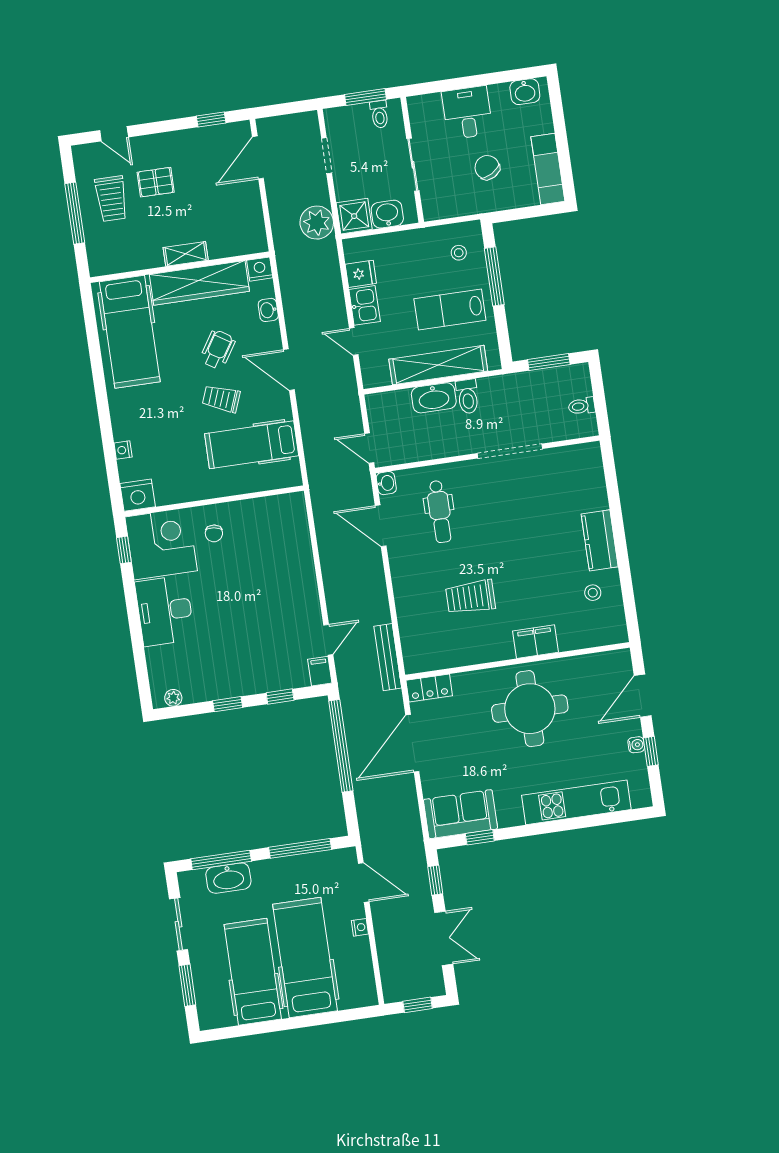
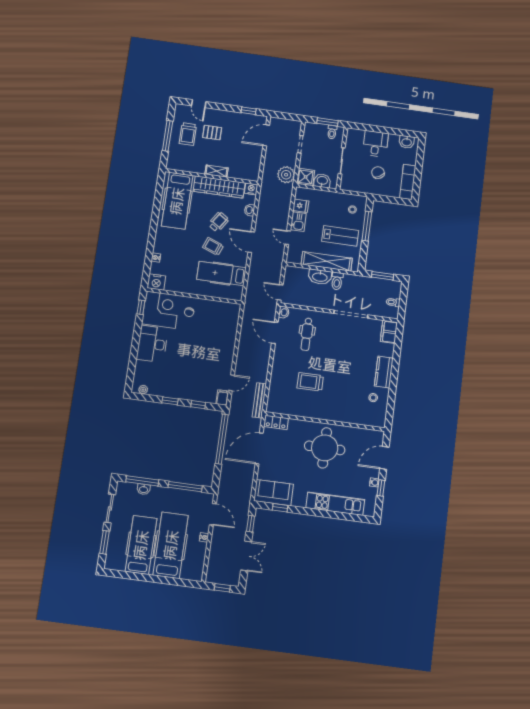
lab bench: (450, 309) -> (340, 236), turned 180
filing cabinet: (535, 642) -> (389, 332), moved, turned -90
washbasin: (228, 878) -> (144, 489), width x0.52, depth x0.69

